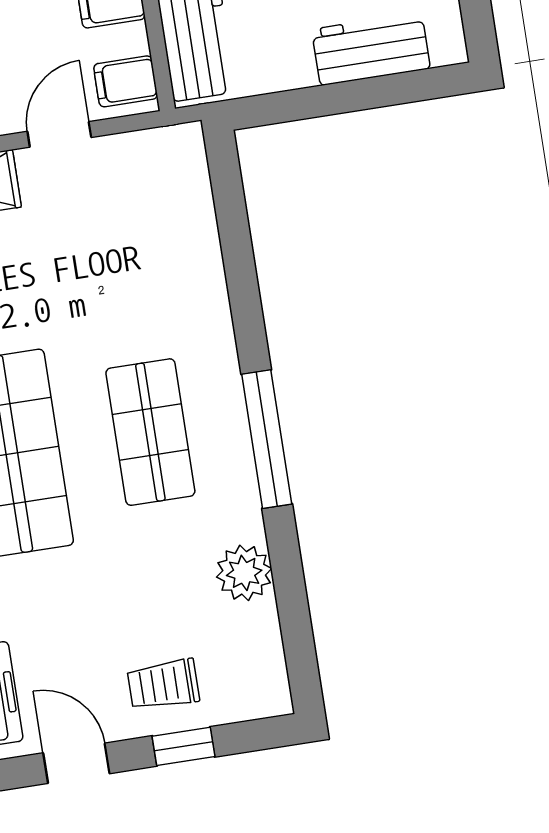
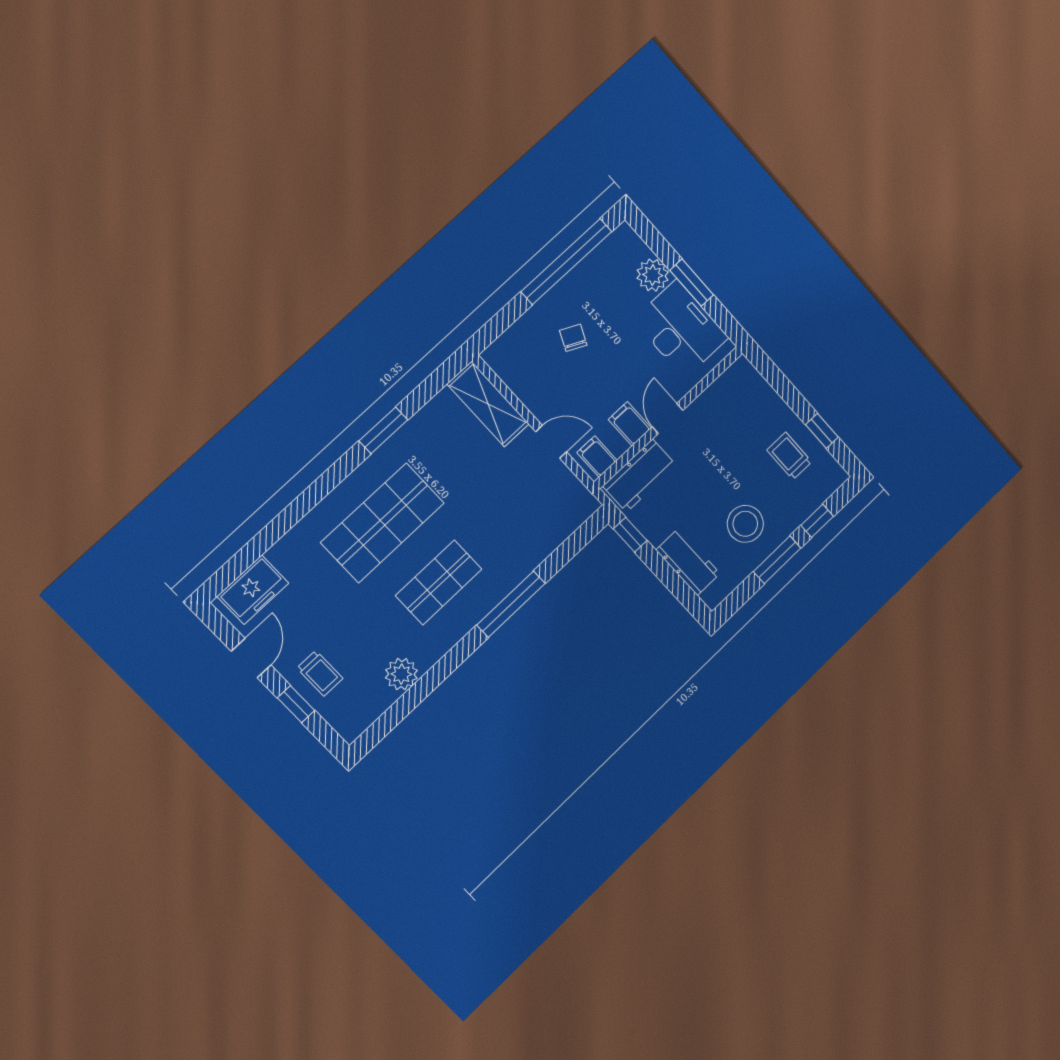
window: (272, 109) -> (630, 535), added
window: (267, 439) -> (511, 604), moved
trolley: (163, 685) -> (320, 673), turned 180

